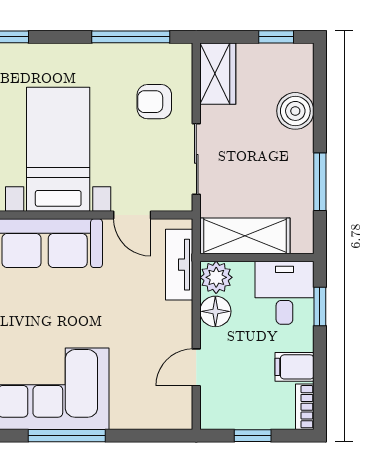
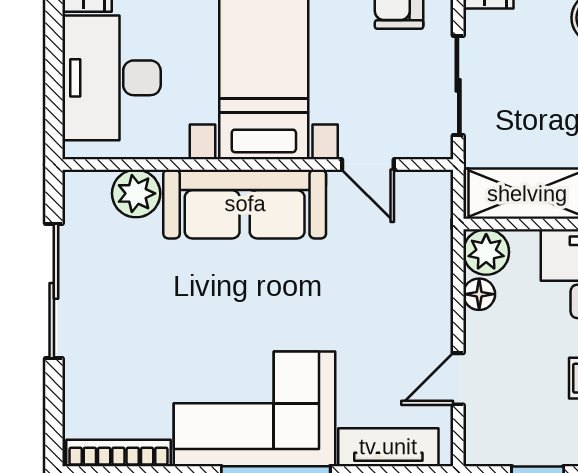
tv unit: (179, 265) -> (388, 447), moved, turned 90
floor lamp: (215, 311) -> (479, 294), width x0.73, depth x0.73

